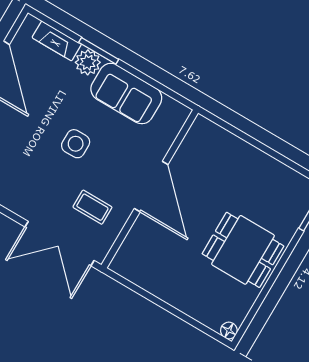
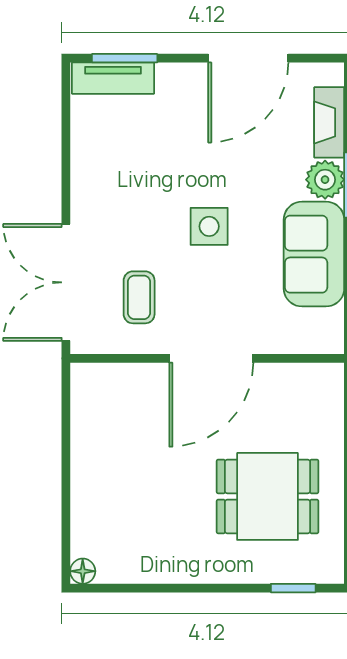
dining table: (243, 250) -> (268, 496), moved, turned 90

